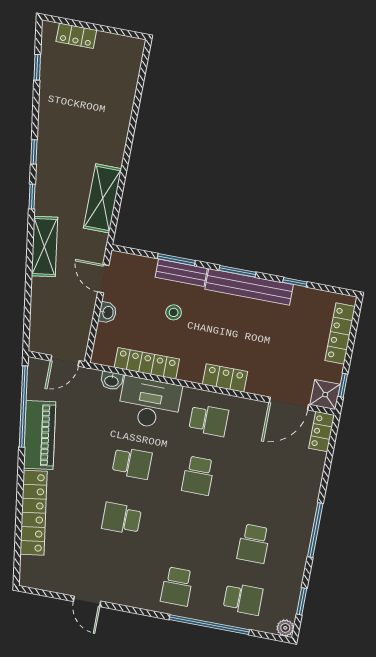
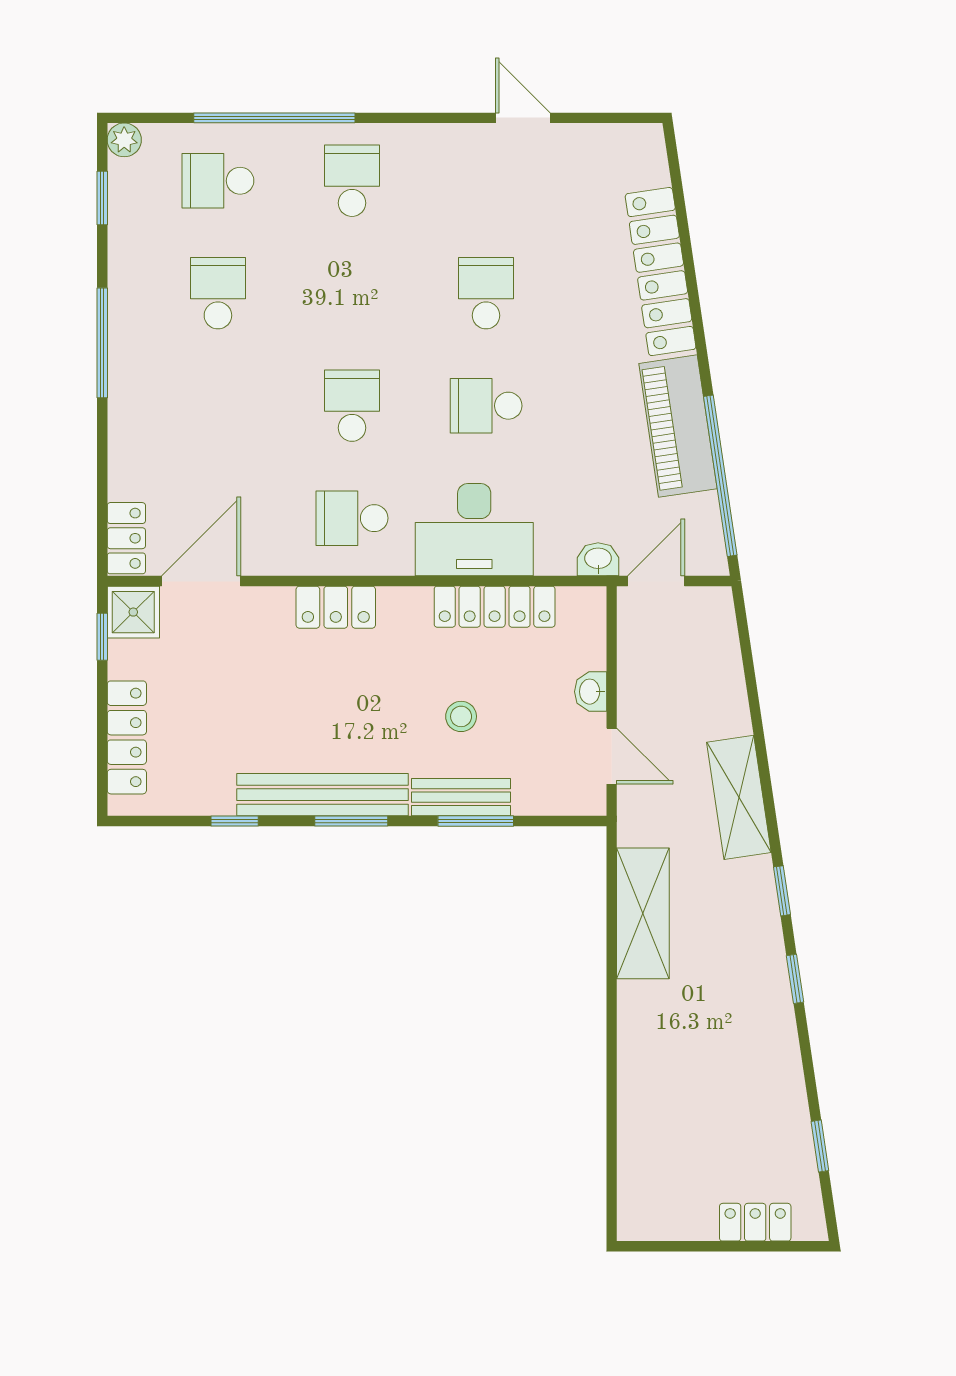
washbasin: (112, 381) -> (598, 559), moved
school desk: (122, 518) -> (486, 293), turned -90

